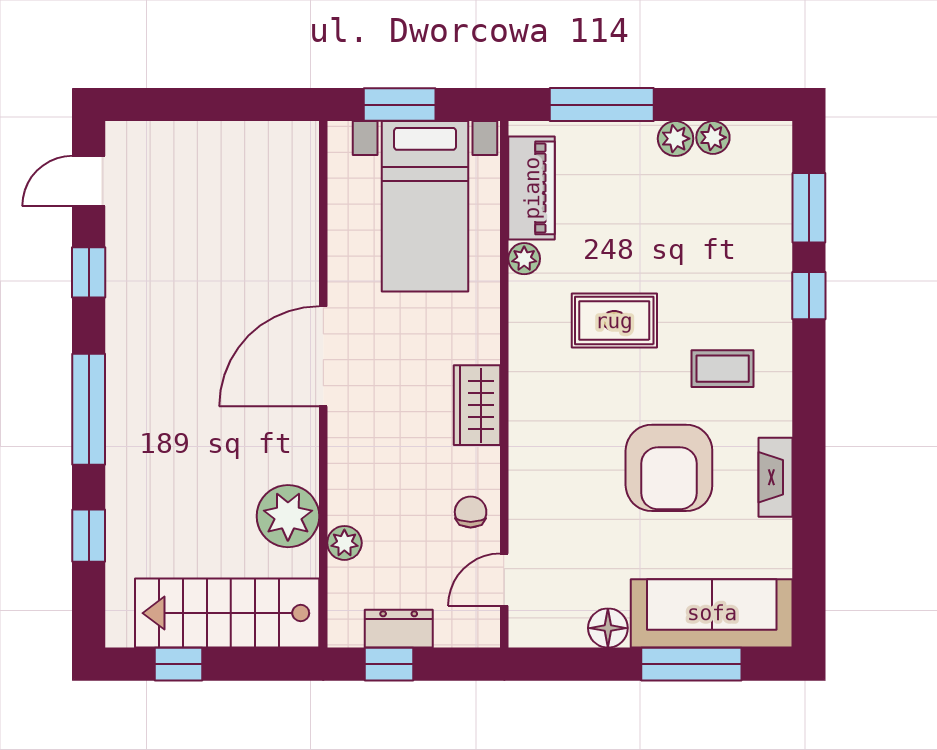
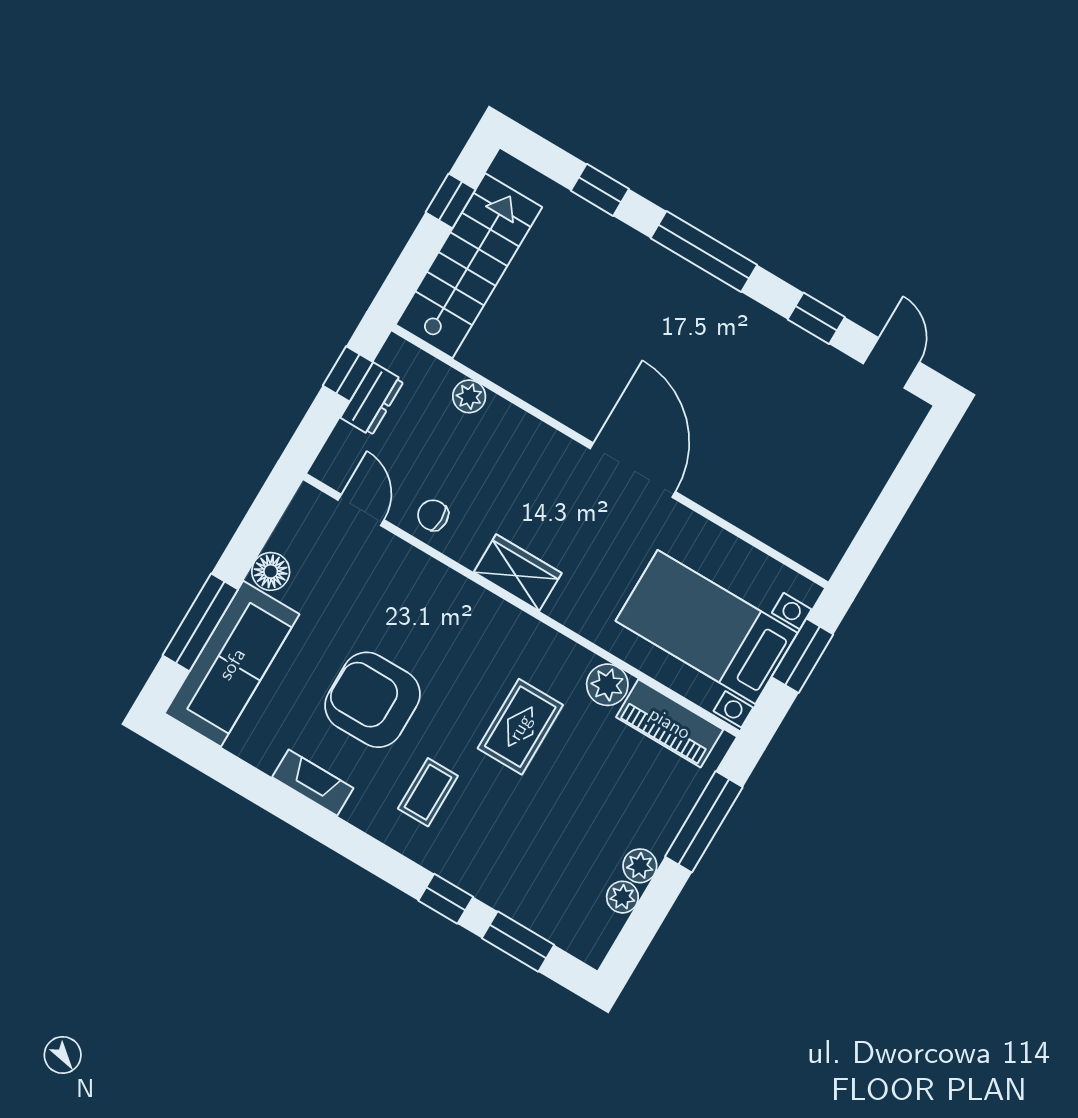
plant: (524, 259) -> (607, 685), width x1.38, depth x1.38
chair: (471, 512) -> (433, 515), turned 180
plant: (288, 516) -> (519, 363), removed

